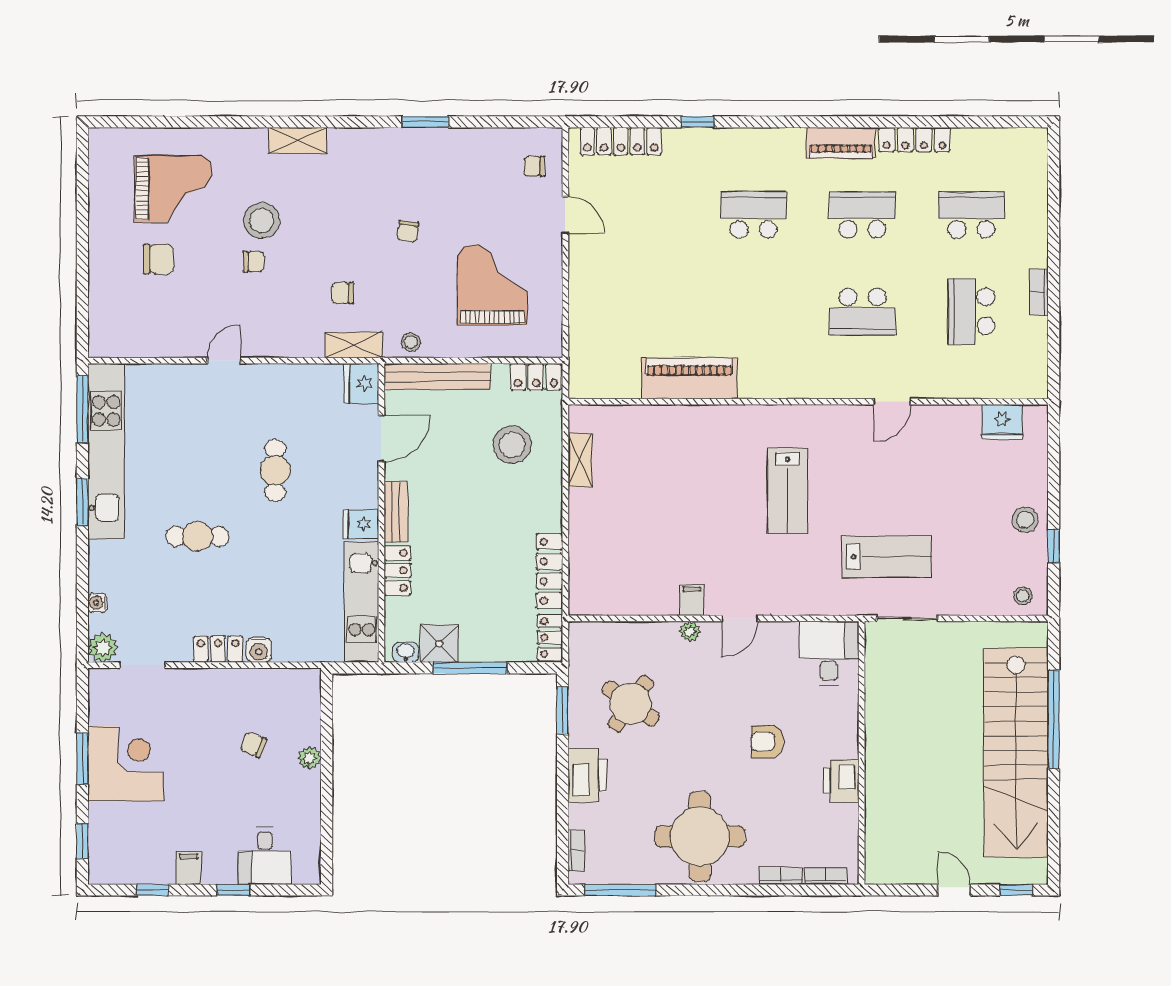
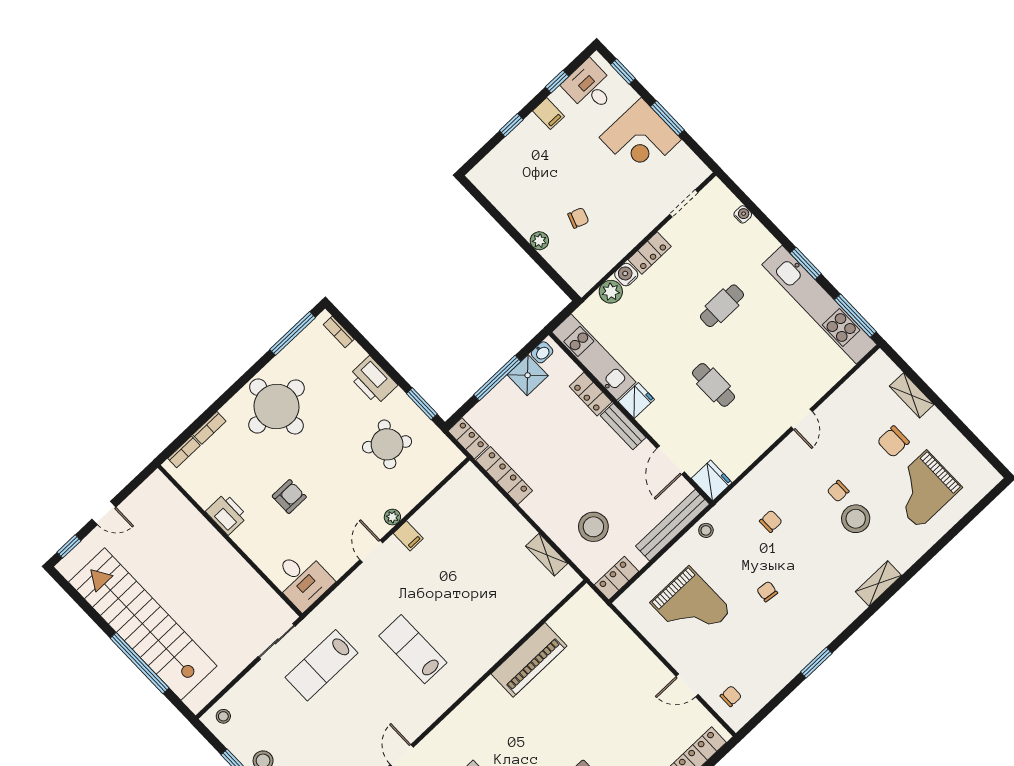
shelving: (354, 345) -> (912, 395), moved, turned 90
plant: (103, 648) -> (611, 292), moved
desk: (265, 856) -> (590, 87), moved

